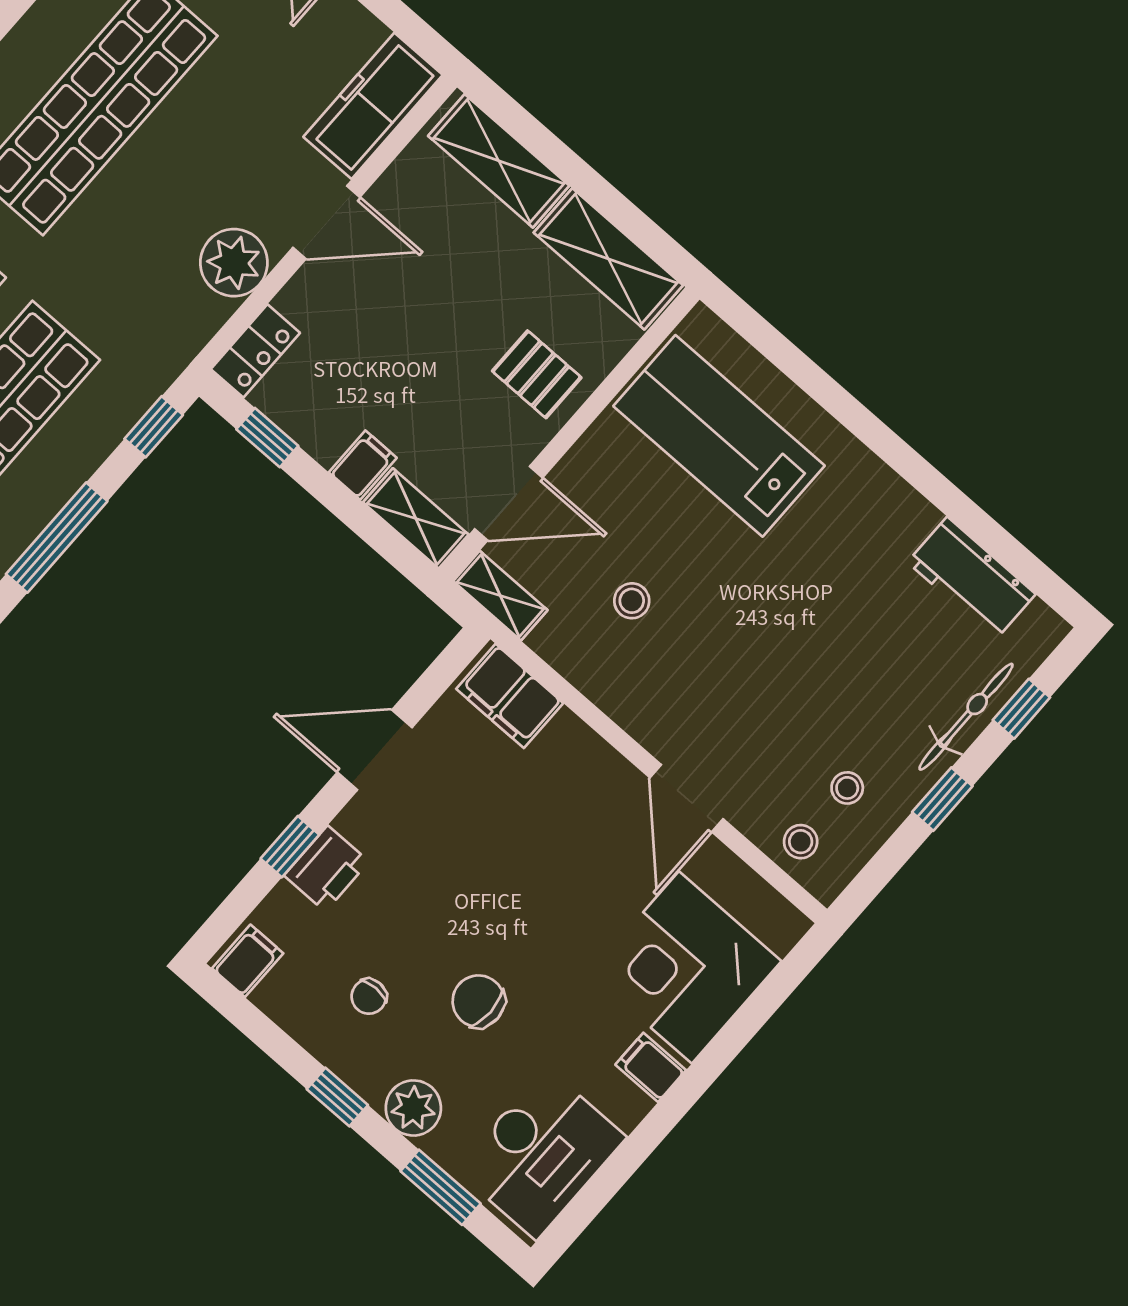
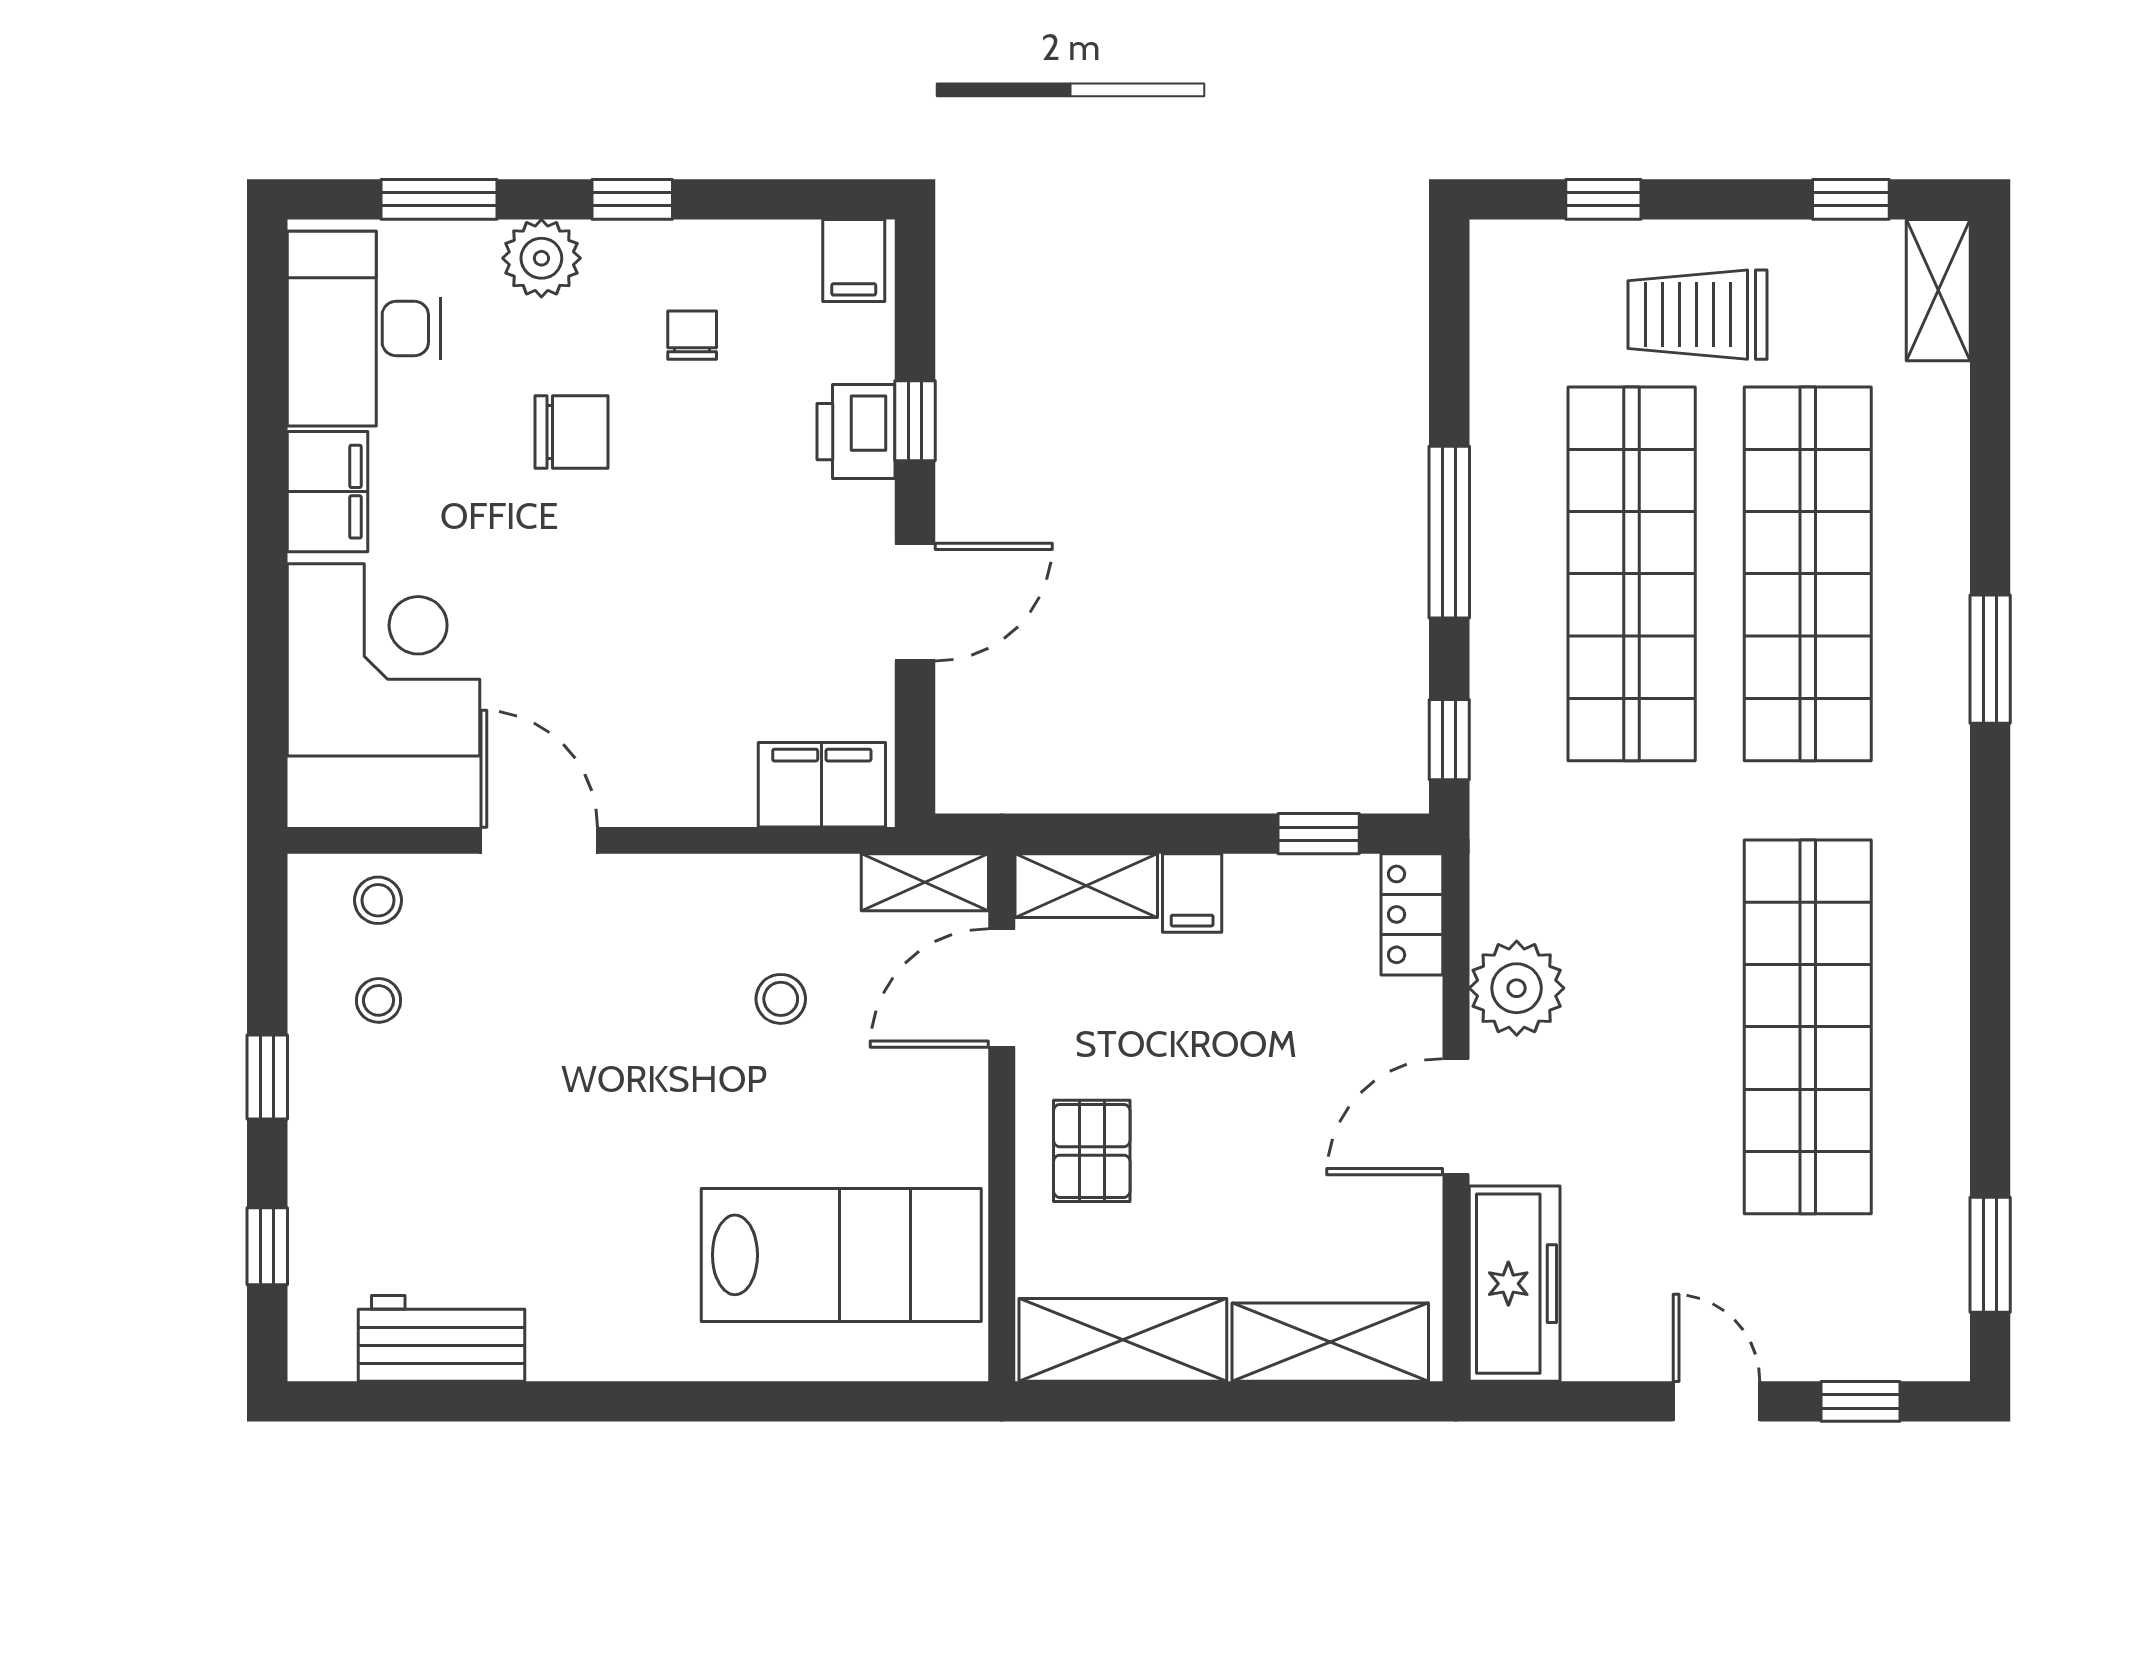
pallet: (537, 374) -> (1092, 1151), turned 90
bicycle: (966, 717) -> (319, 1186), removed
filing cabinet: (651, 1067) -> (327, 492), width x2.00

